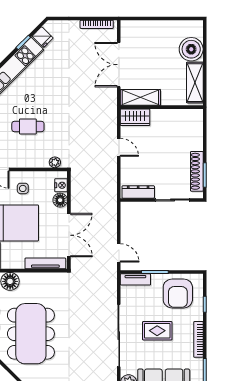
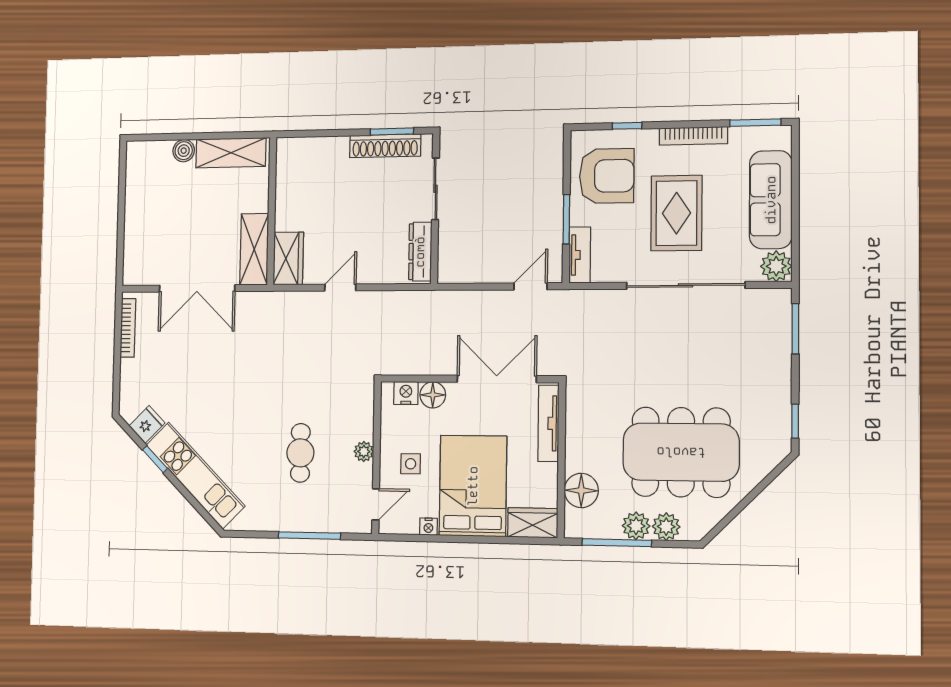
boiler: (191, 49) -> (184, 151), width x0.54, depth x0.54
plant: (55, 162) -> (364, 452), moved
rug: (157, 331) -> (676, 213), width x1.36, depth x1.43

